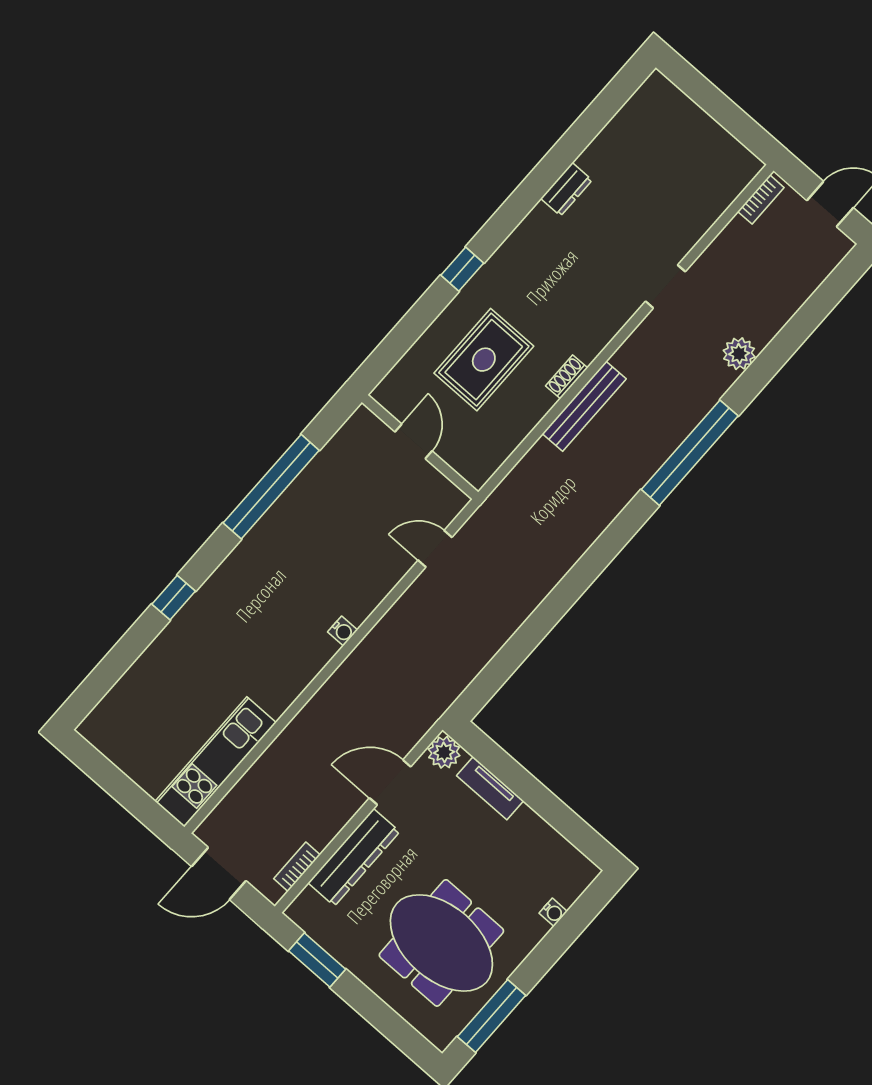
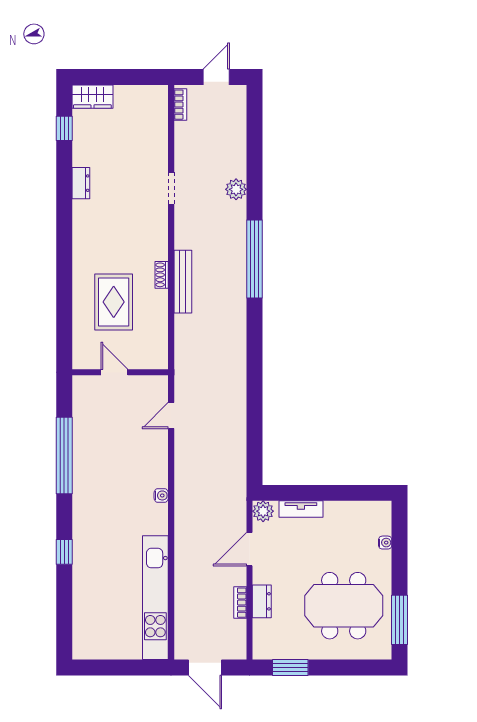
wardrobe: (667, 101) -> (92, 97), added
window: (462, 269) -> (64, 128), moved
kitchen unit: (216, 762) -> (155, 598), width x1.36
dresser: (354, 857) -> (262, 601), width x0.51, depth x0.80
bookcase: (297, 867) -> (240, 603), moved
door: (219, 874) -> (205, 667), hinge flipped

